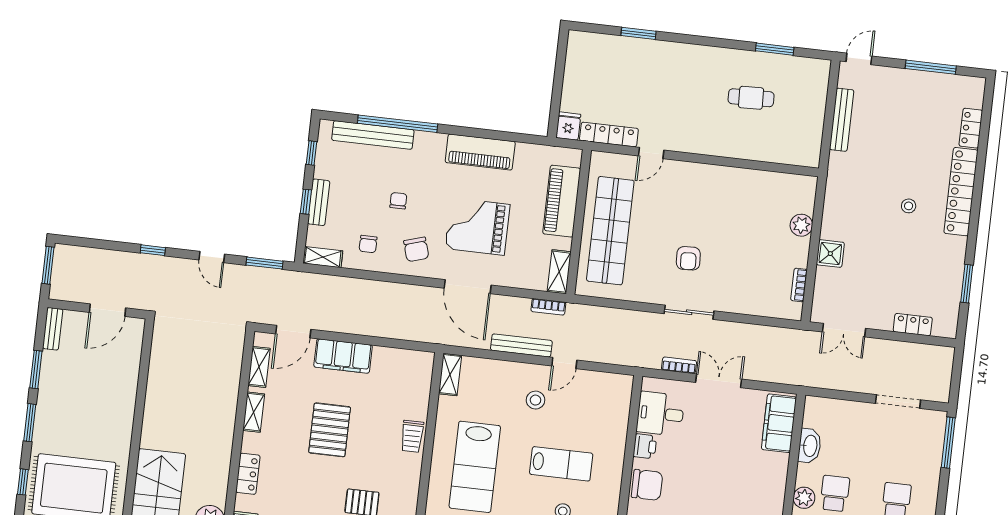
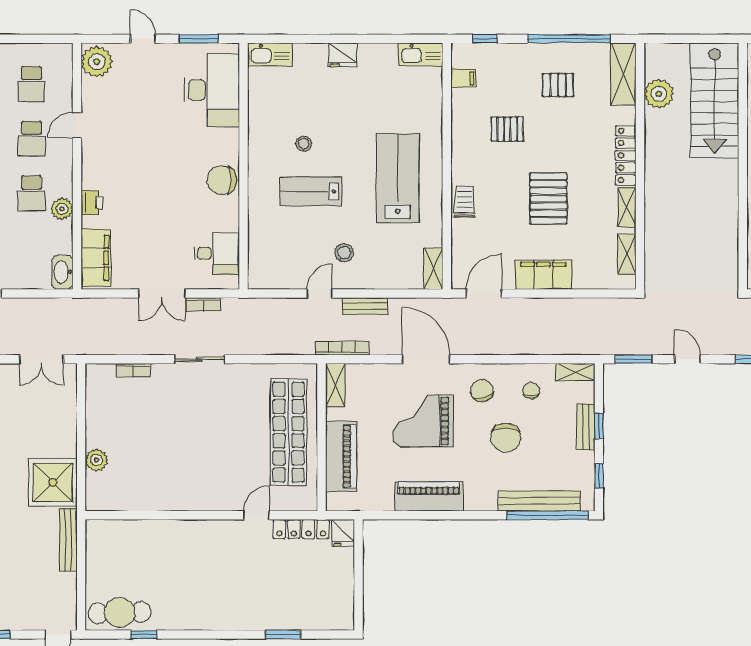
window: (775, 49) -> (144, 634), width x0.67
cafe table: (751, 98) -> (120, 613), moved, width x1.37, depth x1.35
bench: (842, 120) -> (68, 540), moved
window: (398, 124) -> (547, 515), moved
chair: (398, 201) -> (506, 438), width x1.87, depth x1.87
grand piano: (478, 226) -> (423, 421), turned 180
shower: (830, 254) -> (53, 482), moved, width x1.86, depth x1.86
armchair: (688, 258) -> (207, 413), removed
bookcase: (799, 285) -> (133, 370), moved, turned 90
bookcase: (548, 307) -> (342, 348), width x1.56
double door: (844, 330) -> (41, 359), swing flipped
door: (293, 332) -> (484, 293), moved
bench: (521, 345) -> (365, 306), width x0.73
printer: (645, 446) -> (92, 203), moved, turned 180
washbasin: (810, 446) -> (62, 272), moved
locker: (248, 474) -> (626, 155), width x1.53
plant: (804, 498) -> (62, 209), moved

